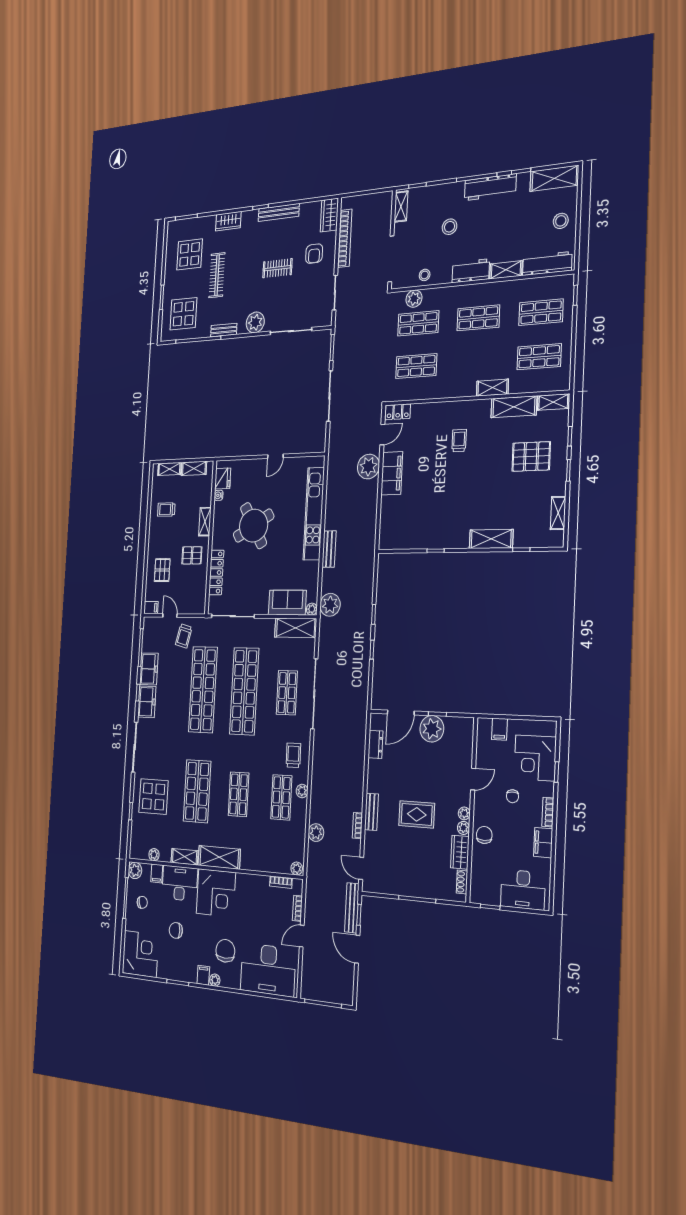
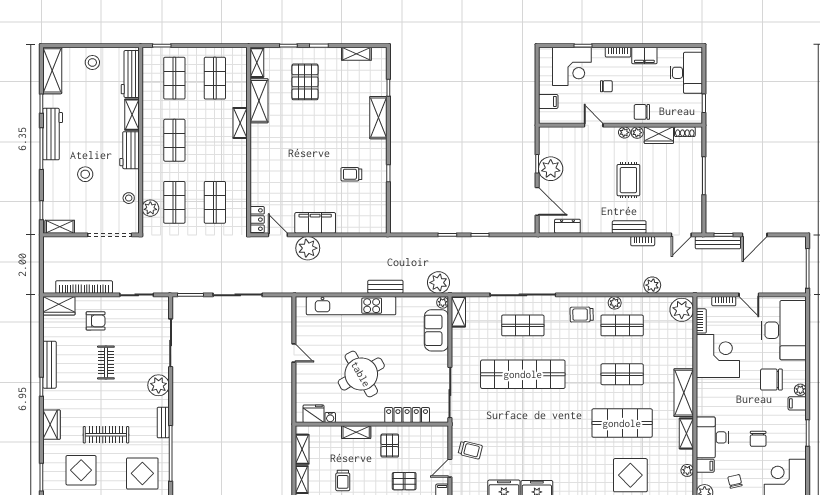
trolley: (459, 441) -> (351, 174), moved
shelving: (296, 628) -> (458, 312), width x0.67, depth x0.75
shop shelf: (203, 690) -> (523, 423), removed
plant: (297, 869) -> (682, 310), width x1.88, depth x1.88
corner desk: (216, 893) -> (718, 356), moved

